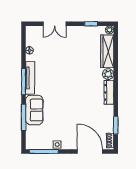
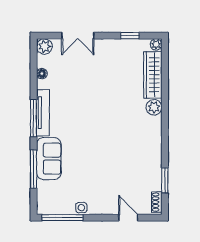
plant: (31, 31) -> (44, 46), added
dresser: (109, 92) -> (155, 133), removed
door: (90, 151) -> (128, 218), width x0.53

